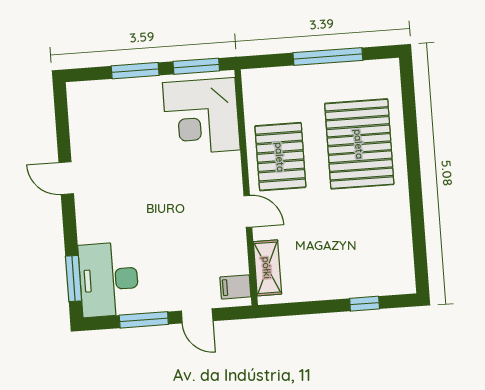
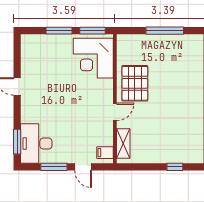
pallet: (359, 144) -> (178, 80), removed
door: (248, 211) -> (115, 112), hinge flipped

